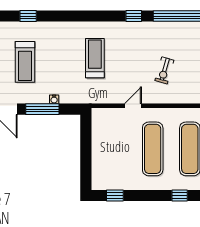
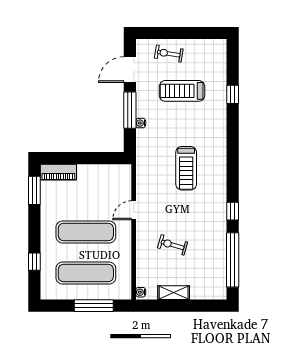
treadmill: (95, 58) -> (186, 168), turned 90
door: (133, 106) -> (134, 210), swing flipped
piano: (99, 174) -> (58, 172), added
window: (115, 195) -> (34, 190), width x1.50

